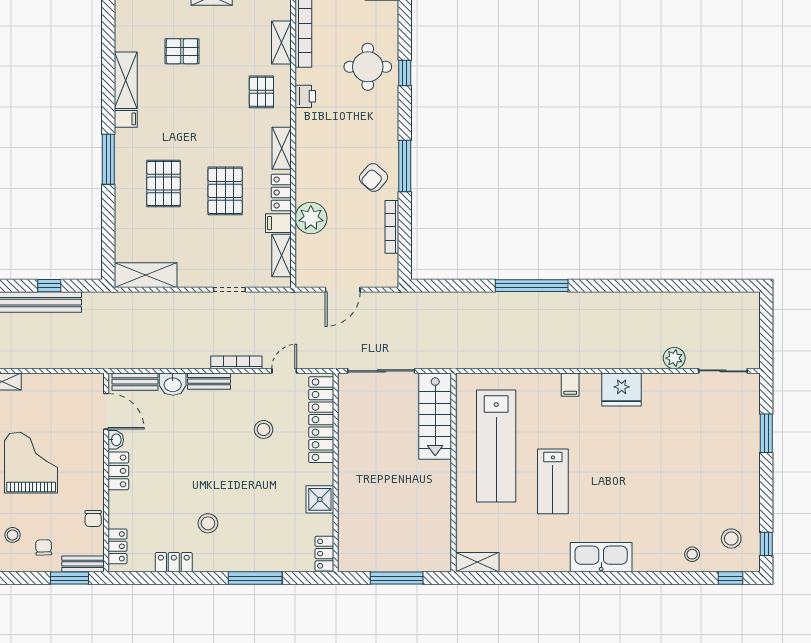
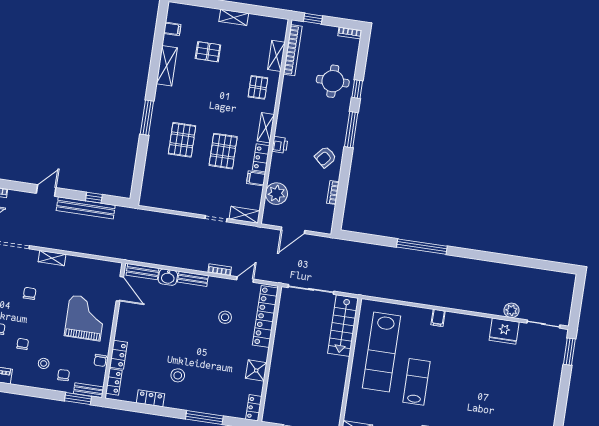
printer: (305, 96) -> (280, 145), moved
filing cabinet: (126, 119) -> (172, 29), moved
window: (405, 166) -> (351, 130), moved
plant: (311, 218) -> (276, 194), moved
bookcase: (392, 227) -> (333, 193), width x0.64
shelving: (281, 255) -> (245, 215), moved, turned 90
shelving: (146, 275) -> (161, 200), removed
bookcase: (236, 362) -> (220, 270), width x0.64
fridge: (622, 390) -> (504, 331), moved
window: (766, 433) -> (569, 352), moved
washbasin: (116, 440) -> (124, 309), removed
grand piano: (31, 463) -> (85, 318), moved
locker: (118, 471) -> (119, 355), moved
lab bench: (553, 481) -> (417, 382), turned 180

